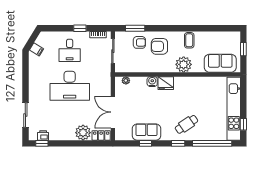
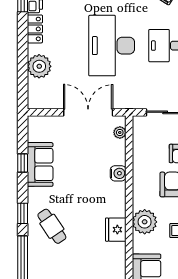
fridge: (166, 83) -> (116, 230), moved
double door: (113, 112) -> (88, 112), moved
locker: (101, 135) -> (35, 29), moved

